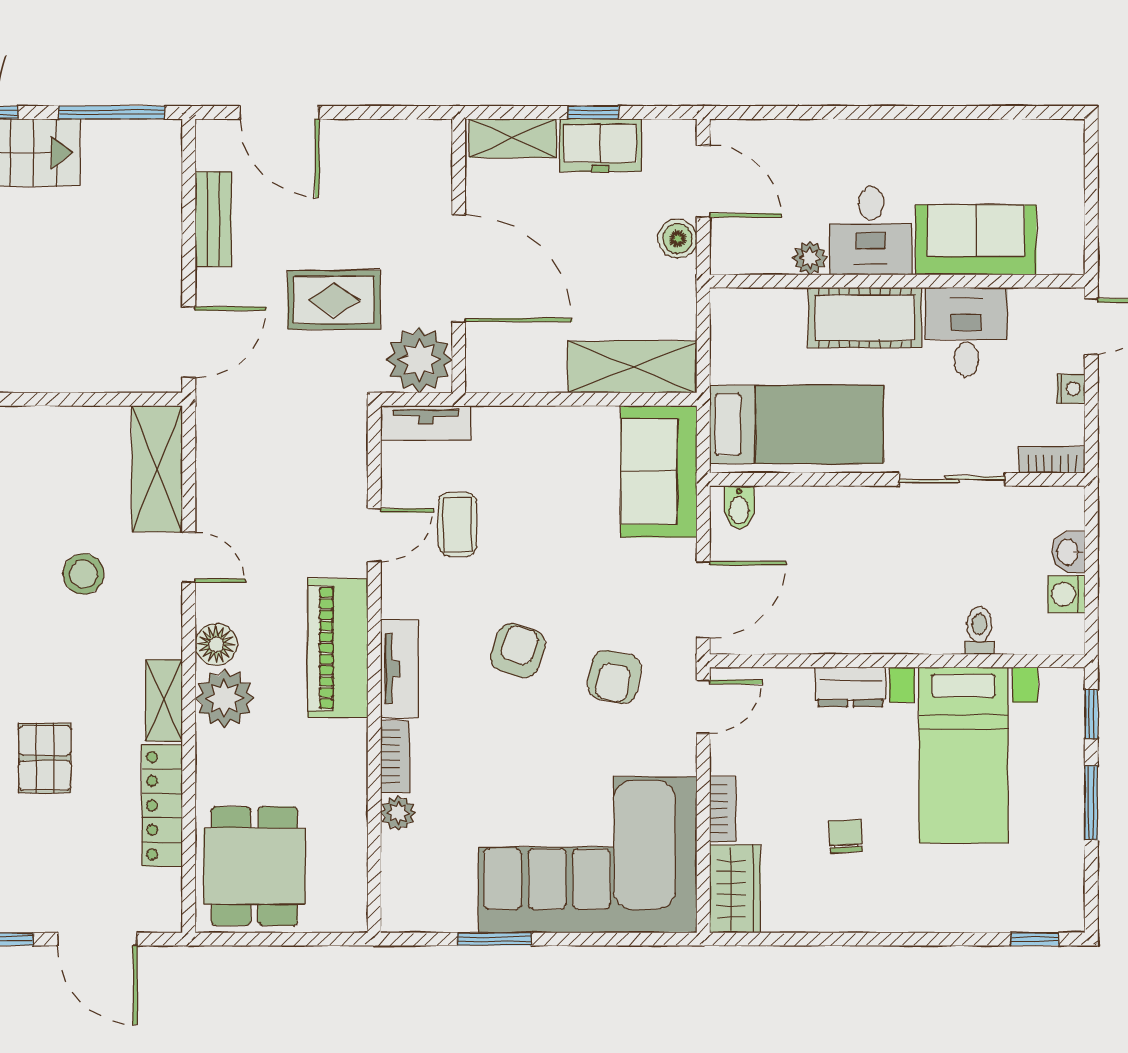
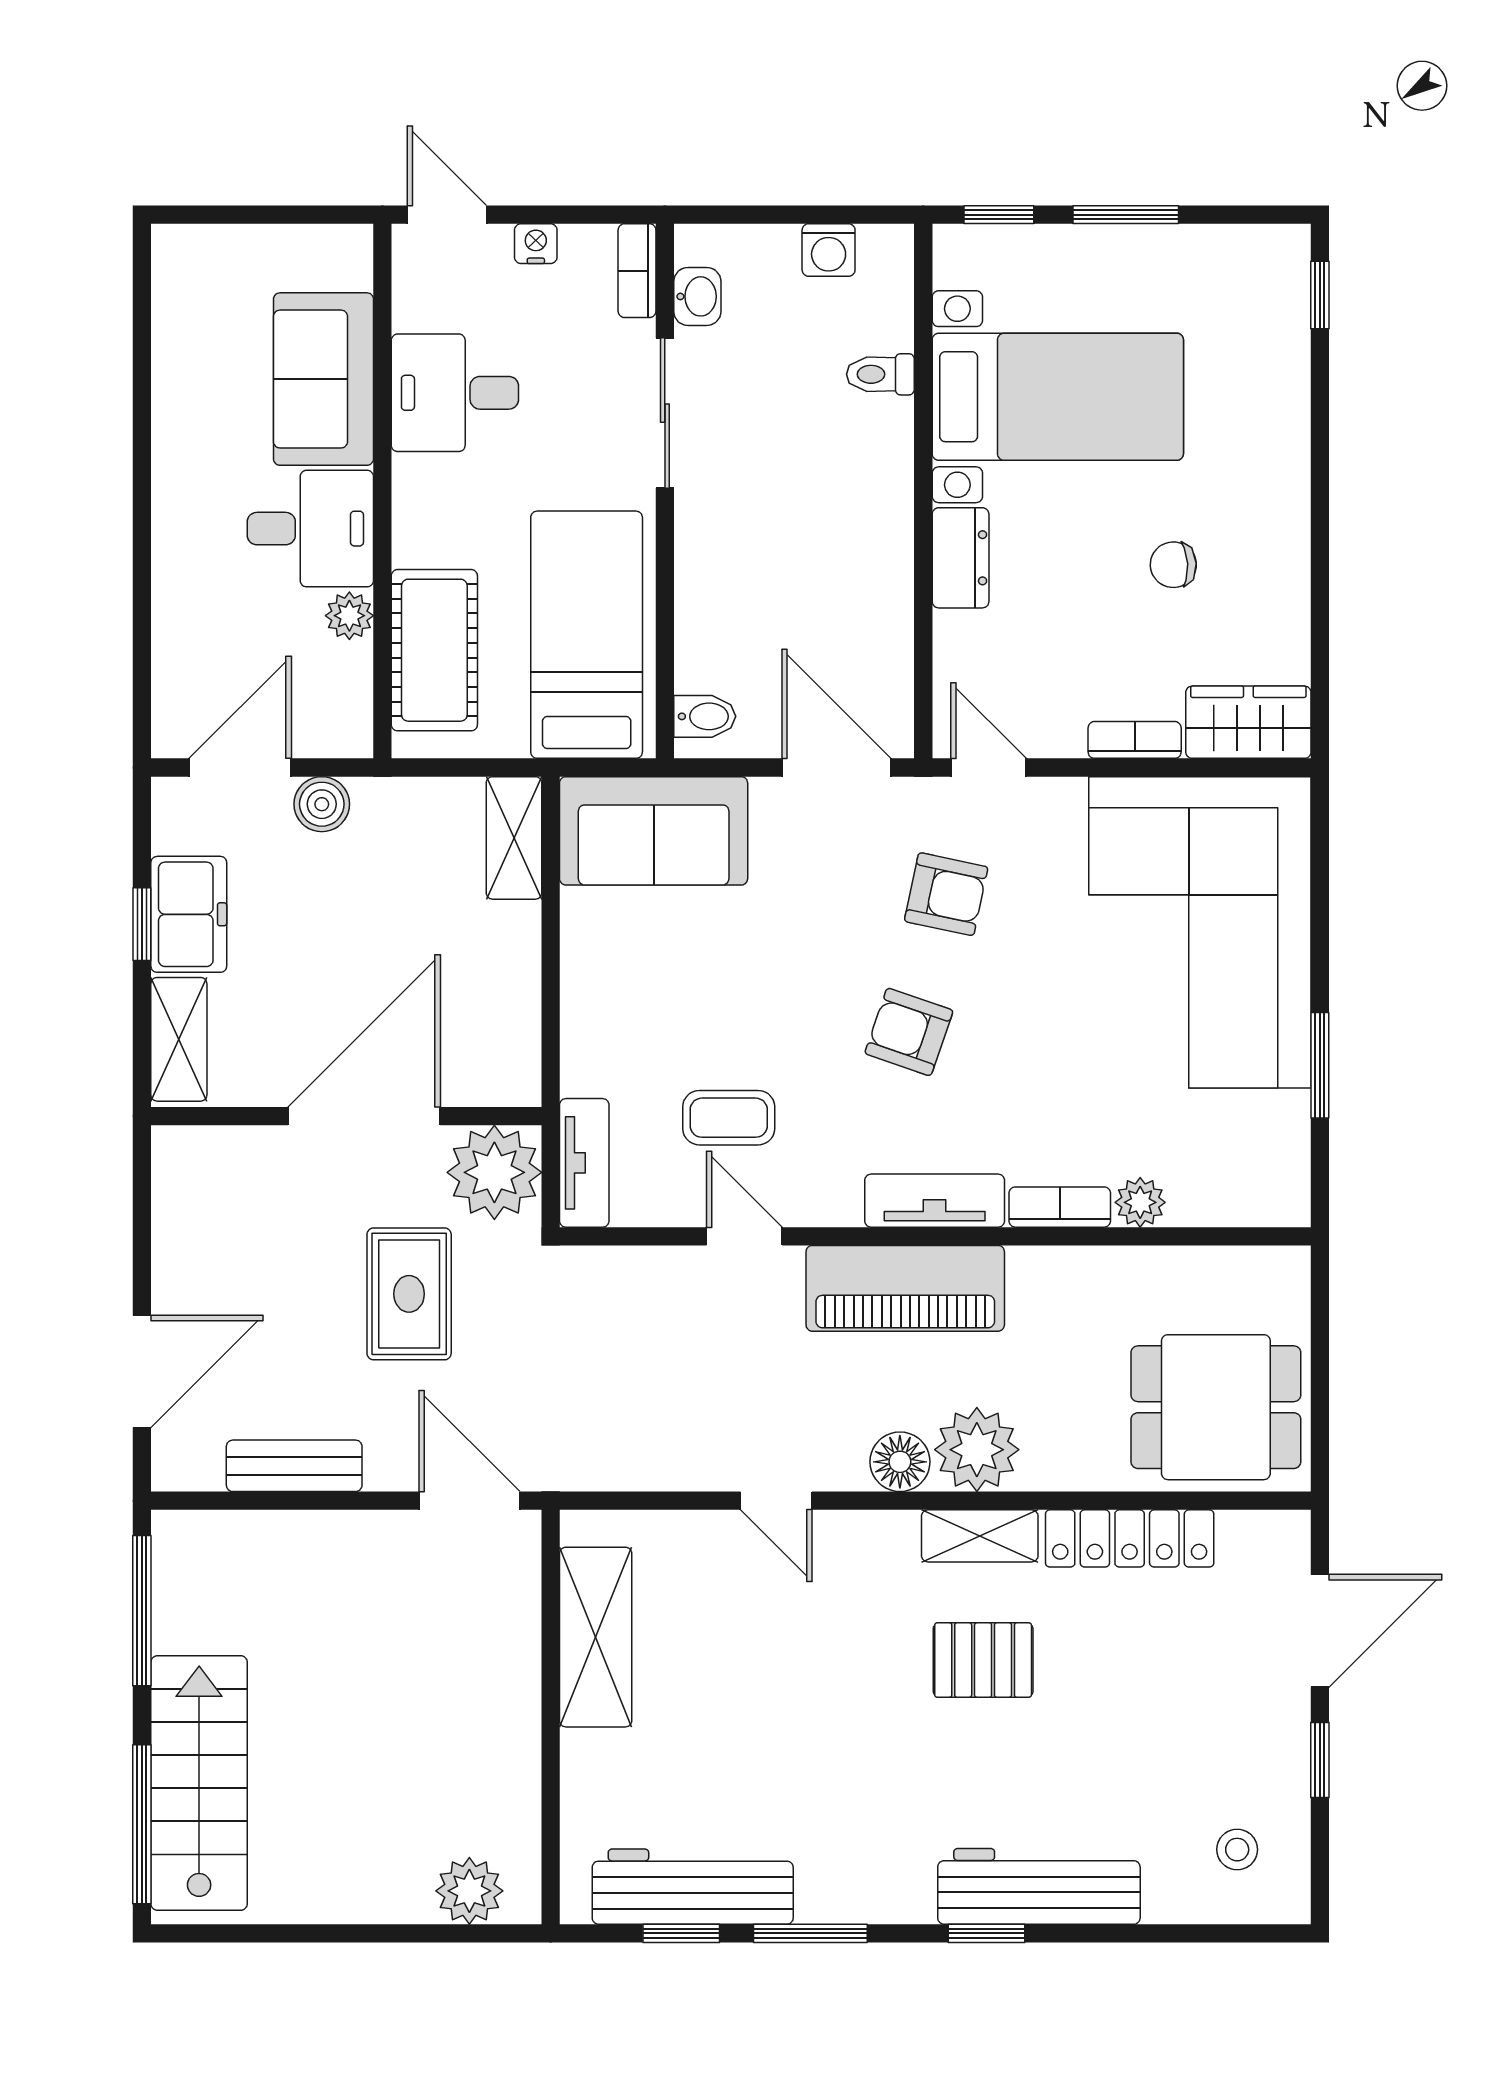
cot: (865, 318) -> (434, 650), moved
shelving: (632, 367) -> (514, 838), width x0.67, depth x0.75
shelving: (157, 469) -> (596, 1637), moved, turned 90
washbasin: (1068, 552) -> (697, 296), moved, turned -90
door: (189, 558) -> (776, 1501), swing flipped
stool: (83, 574) -> (800, 1651), removed
pallet: (45, 758) -> (983, 1660), moved

